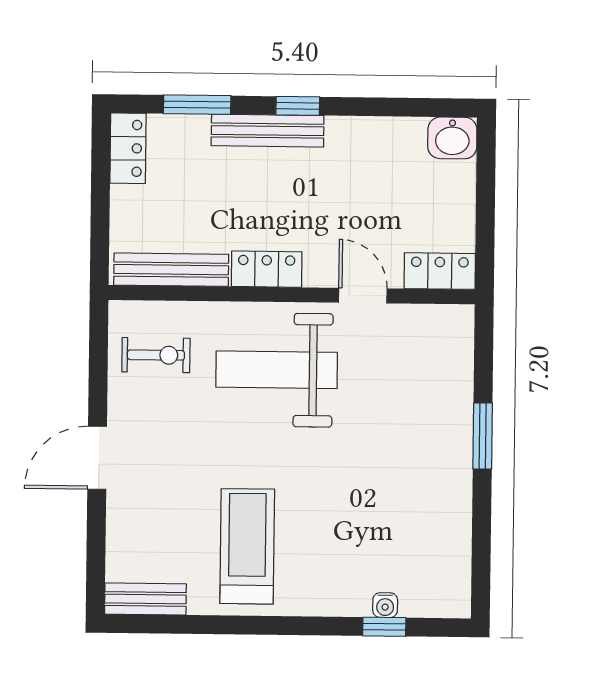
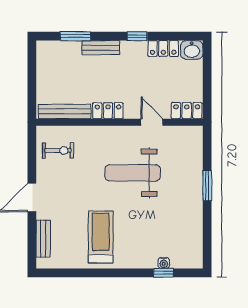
window: (298, 106) -> (137, 36), moved
bench: (268, 131) -> (101, 48), width x0.73
locker: (128, 148) -> (163, 49), moved, turned 90
weight bench: (277, 370) -> (133, 173), moved
bench: (145, 599) -> (43, 239), moved, turned 90

